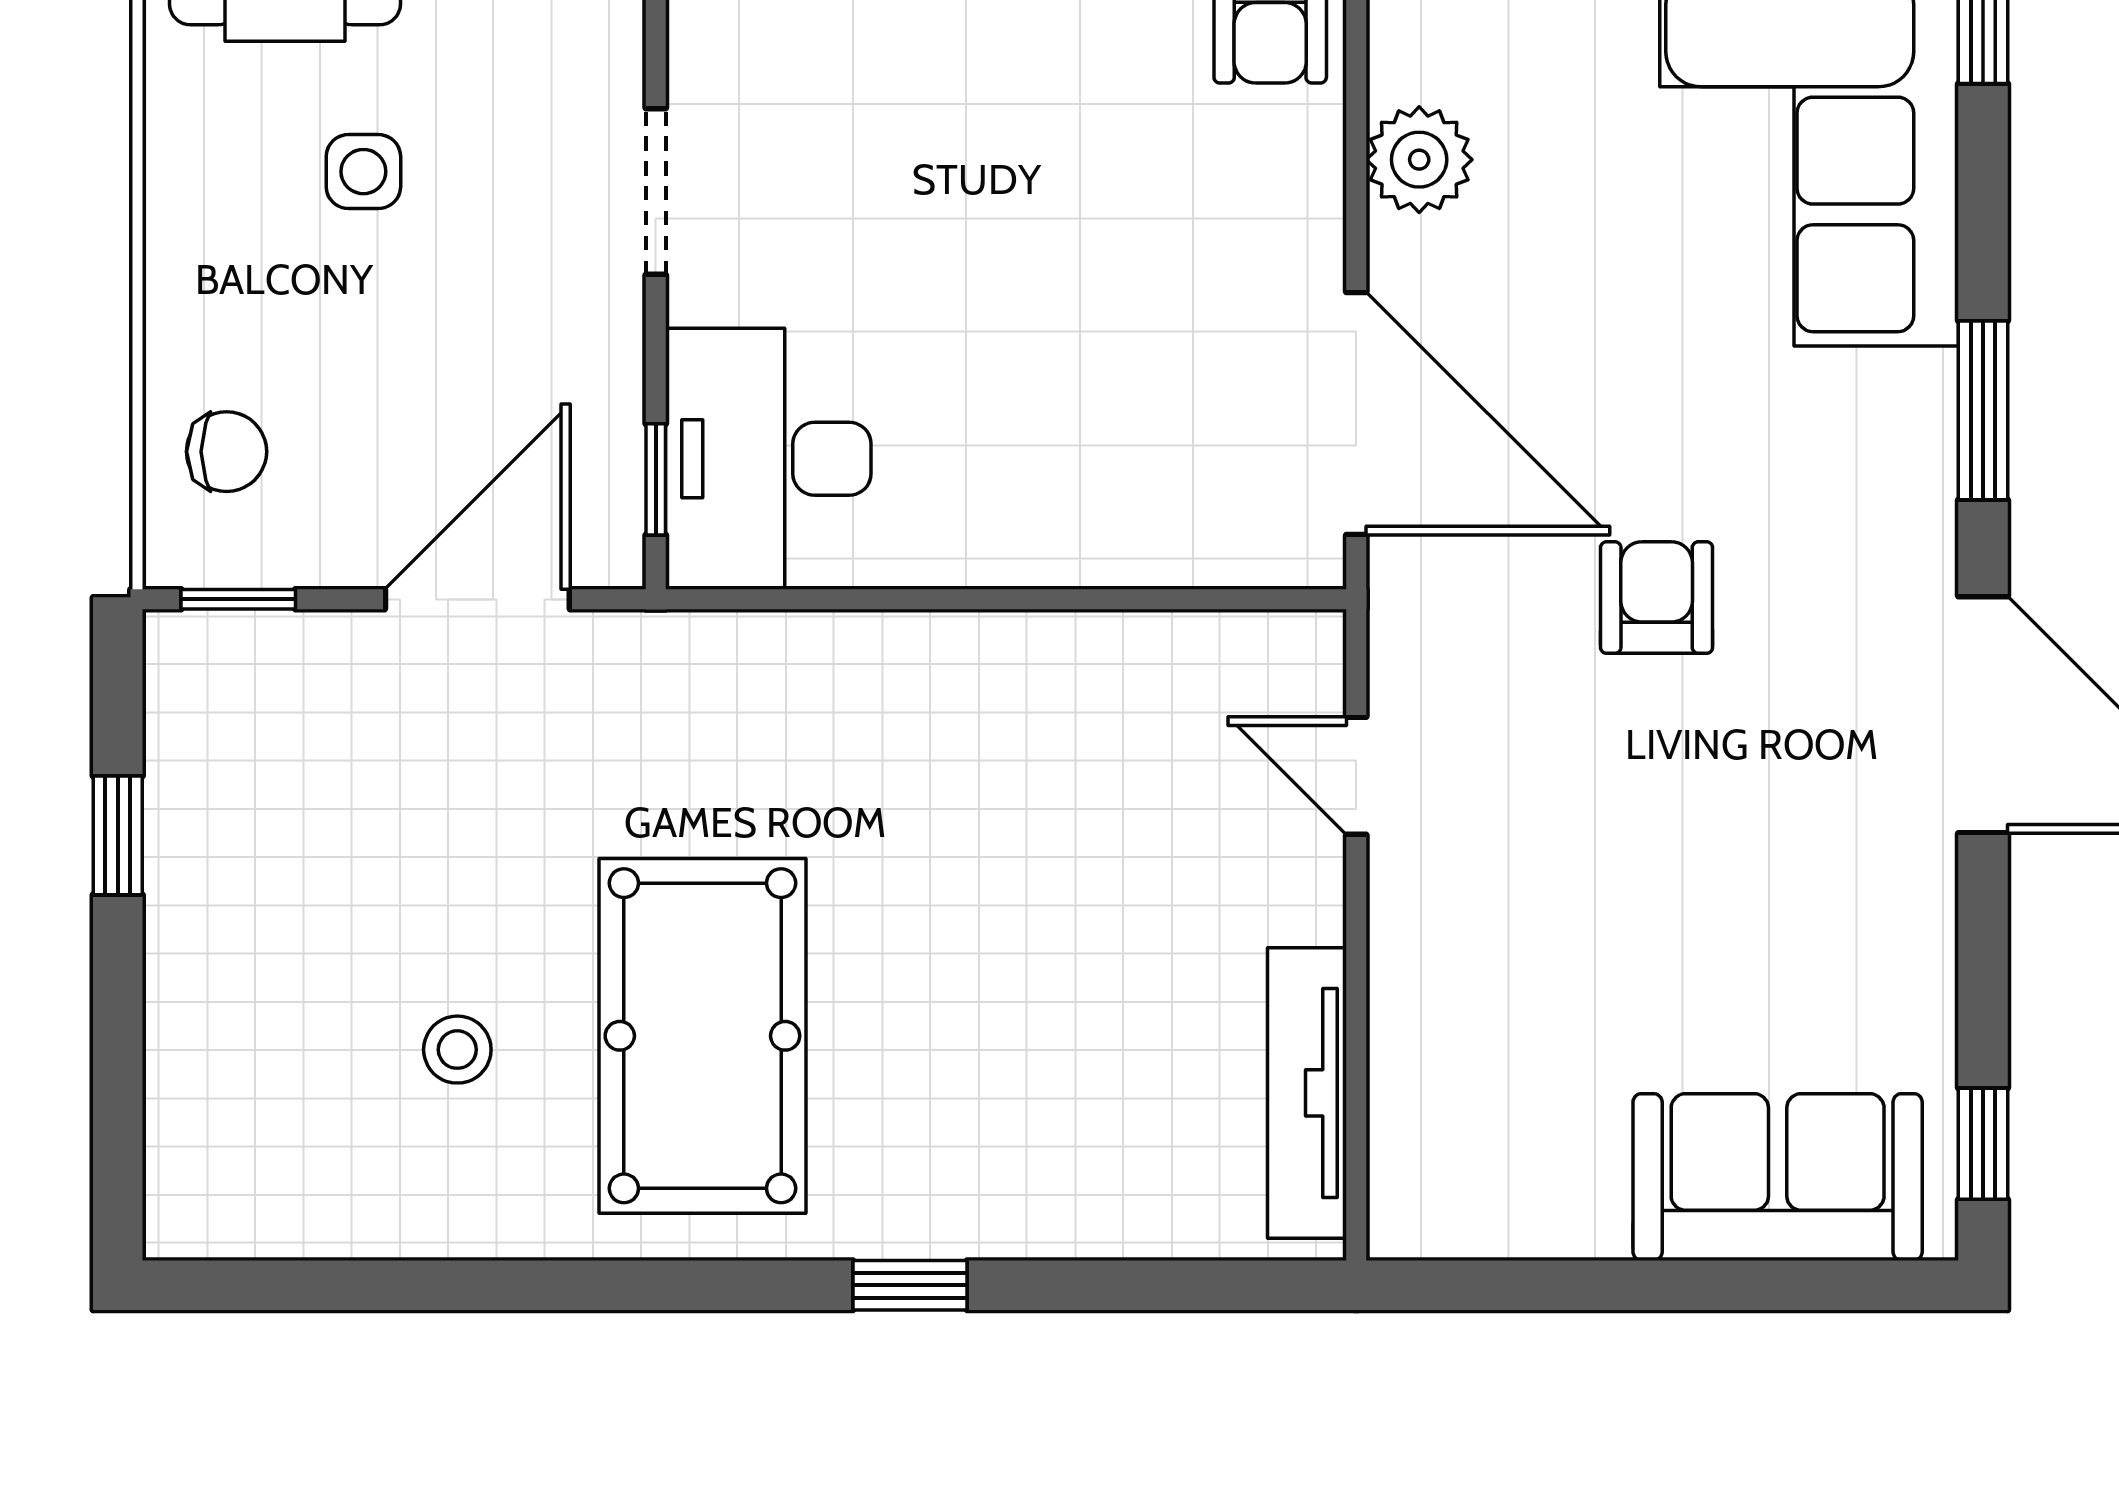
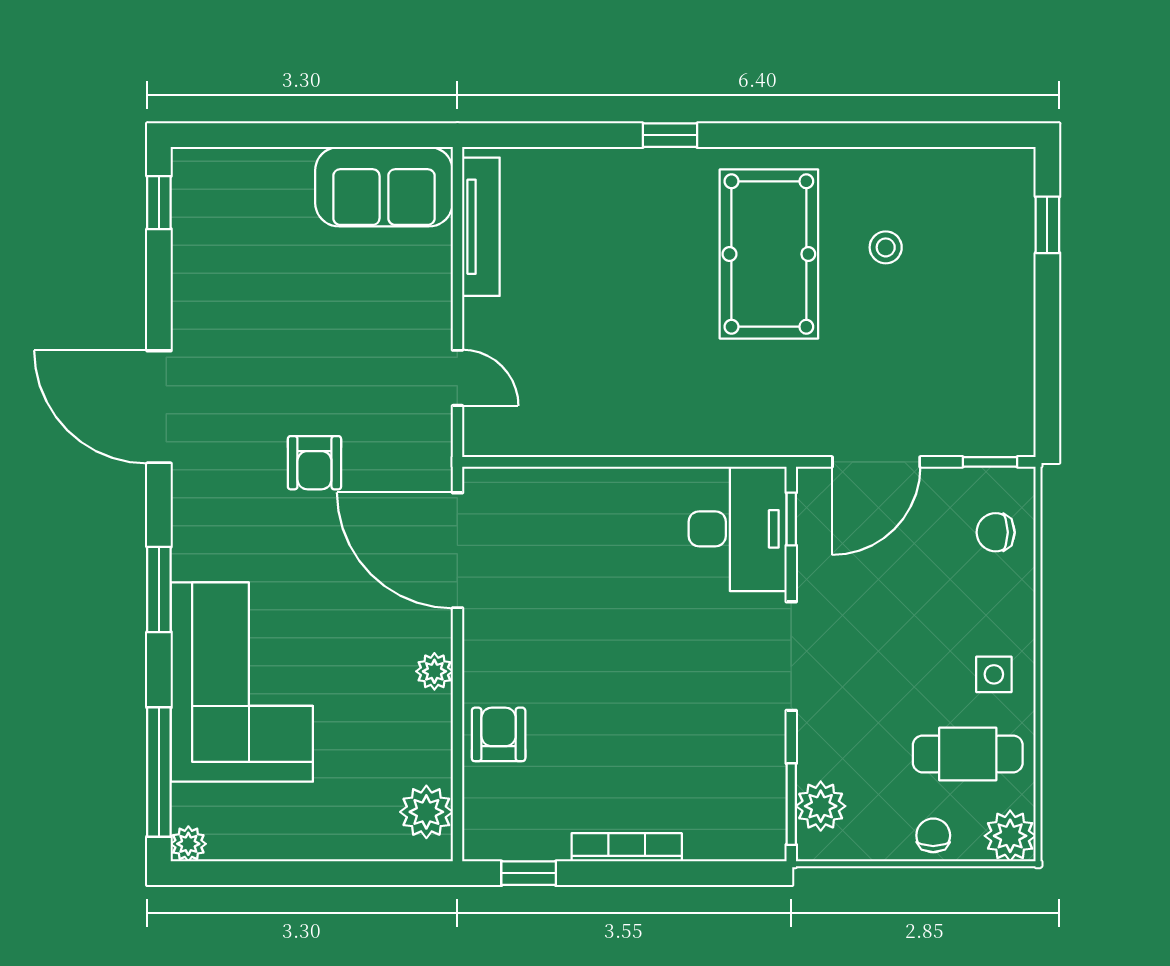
plant: (1419, 160) -> (434, 671), width x0.73, depth x0.73
side table: (363, 172) -> (994, 674), moved
doorway: (656, 191) -> (791, 656), width x1.38
window: (1983, 410) -> (159, 589), moved
window: (118, 835) -> (1047, 225), moved
sofa: (1778, 1177) -> (384, 187), moved

